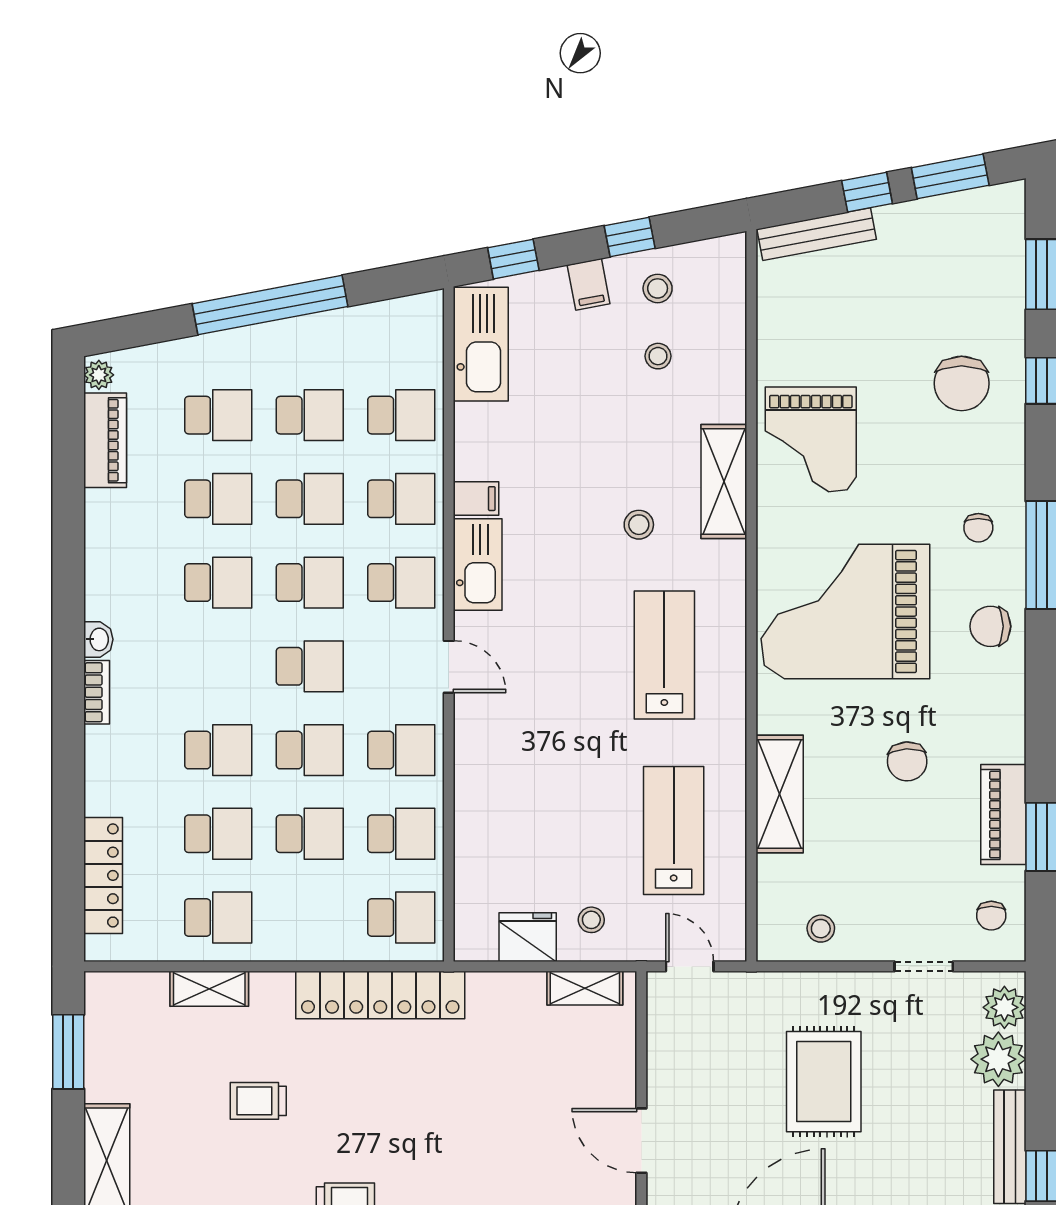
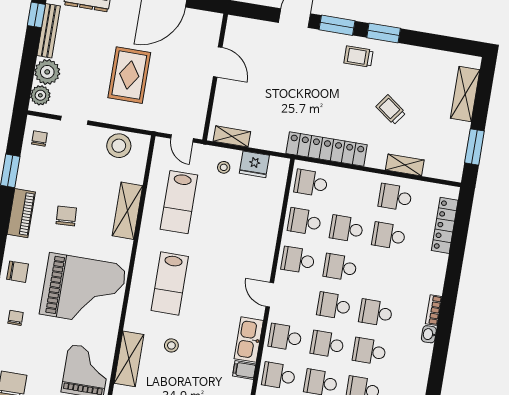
school desk: (218, 750) -> (376, 313), moved
piano: (1003, 815) -> (21, 213), moved
stool: (821, 929) -> (119, 146), width x1.89, depth x1.89
trolley: (258, 1101) -> (391, 110), turned -144

